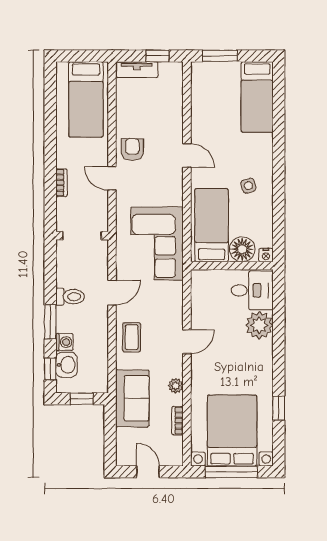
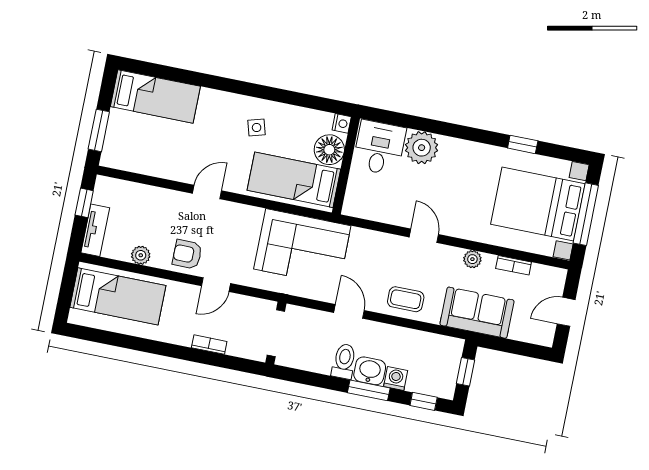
plant: (124, 111) -> (141, 255), added
washbasin: (66, 365) -> (370, 371), moved

